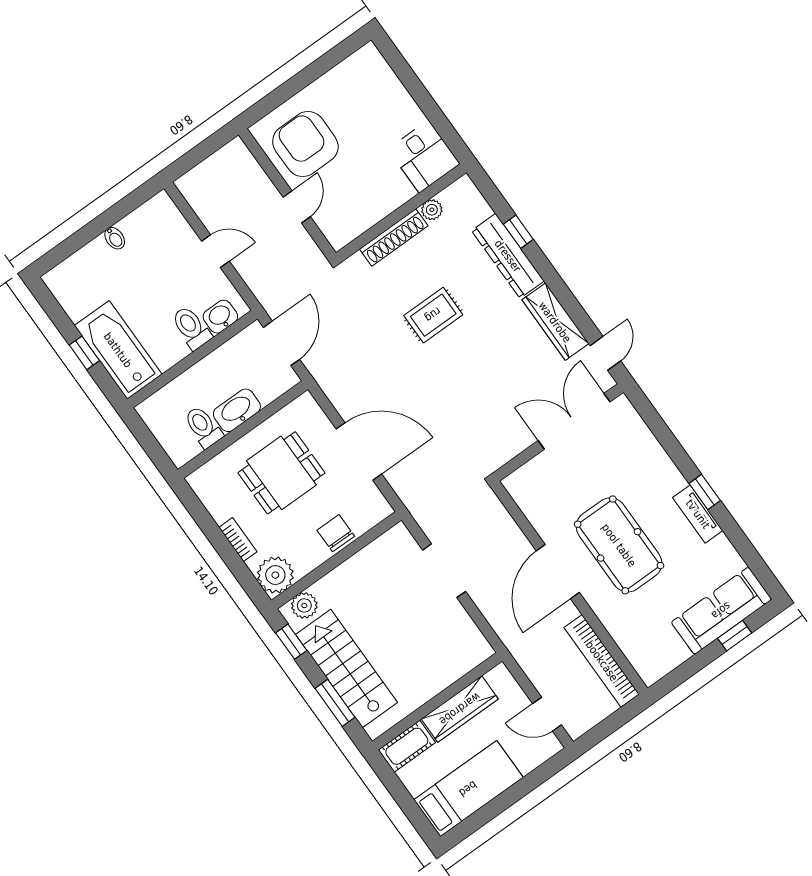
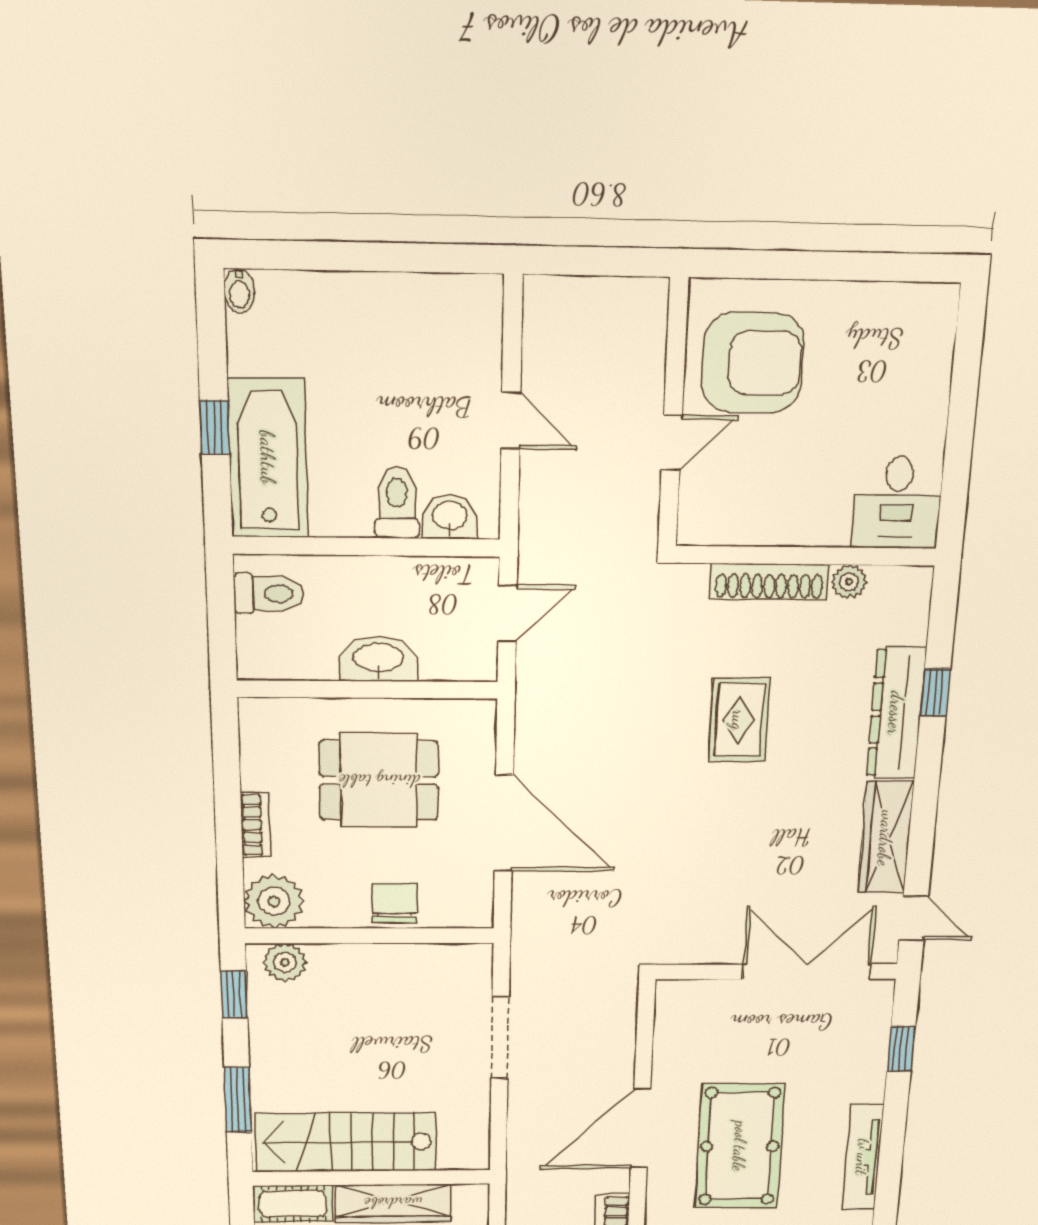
armchair: (305, 144) -> (753, 363), turned 90
bidet: (115, 238) -> (239, 291), moved
rug: (433, 315) -> (739, 720), turned 90
door: (281, 343) -> (507, 613), width x0.73
door: (605, 353) -> (914, 918), hinge flipped
toilet: (203, 427) -> (269, 594), moved, turned 90
window: (705, 492) -> (901, 1049), moved
tv unit: (698, 514) -> (863, 1157), width x1.41
stairs: (346, 669) -> (346, 1142), moved, turned -90

